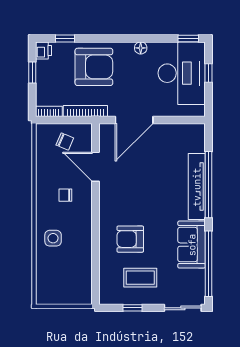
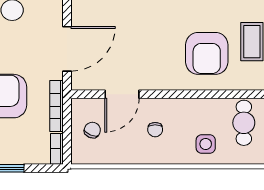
door: (134, 120) -> (67, 49), hinge flipped
armchair: (130, 239) -> (207, 53), width x1.36, depth x1.36
cafe table: (71, 271) -> (244, 123), added

